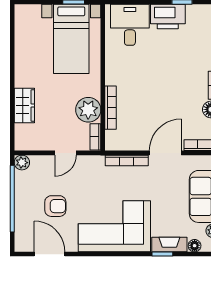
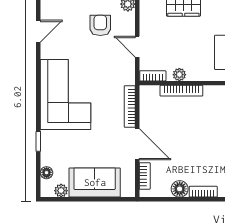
plant: (88, 110) -> (179, 75), width x0.53, depth x0.53
armchair: (55, 206) -> (100, 25), moved, turned 180
fireplace: (169, 245) -> (48, 148), removed
door: (50, 254) -> (38, 31), width x0.73

